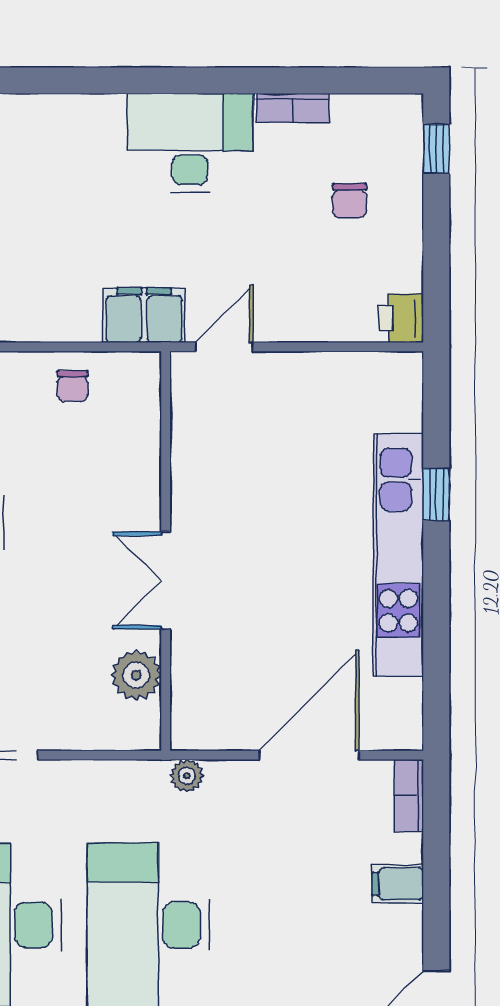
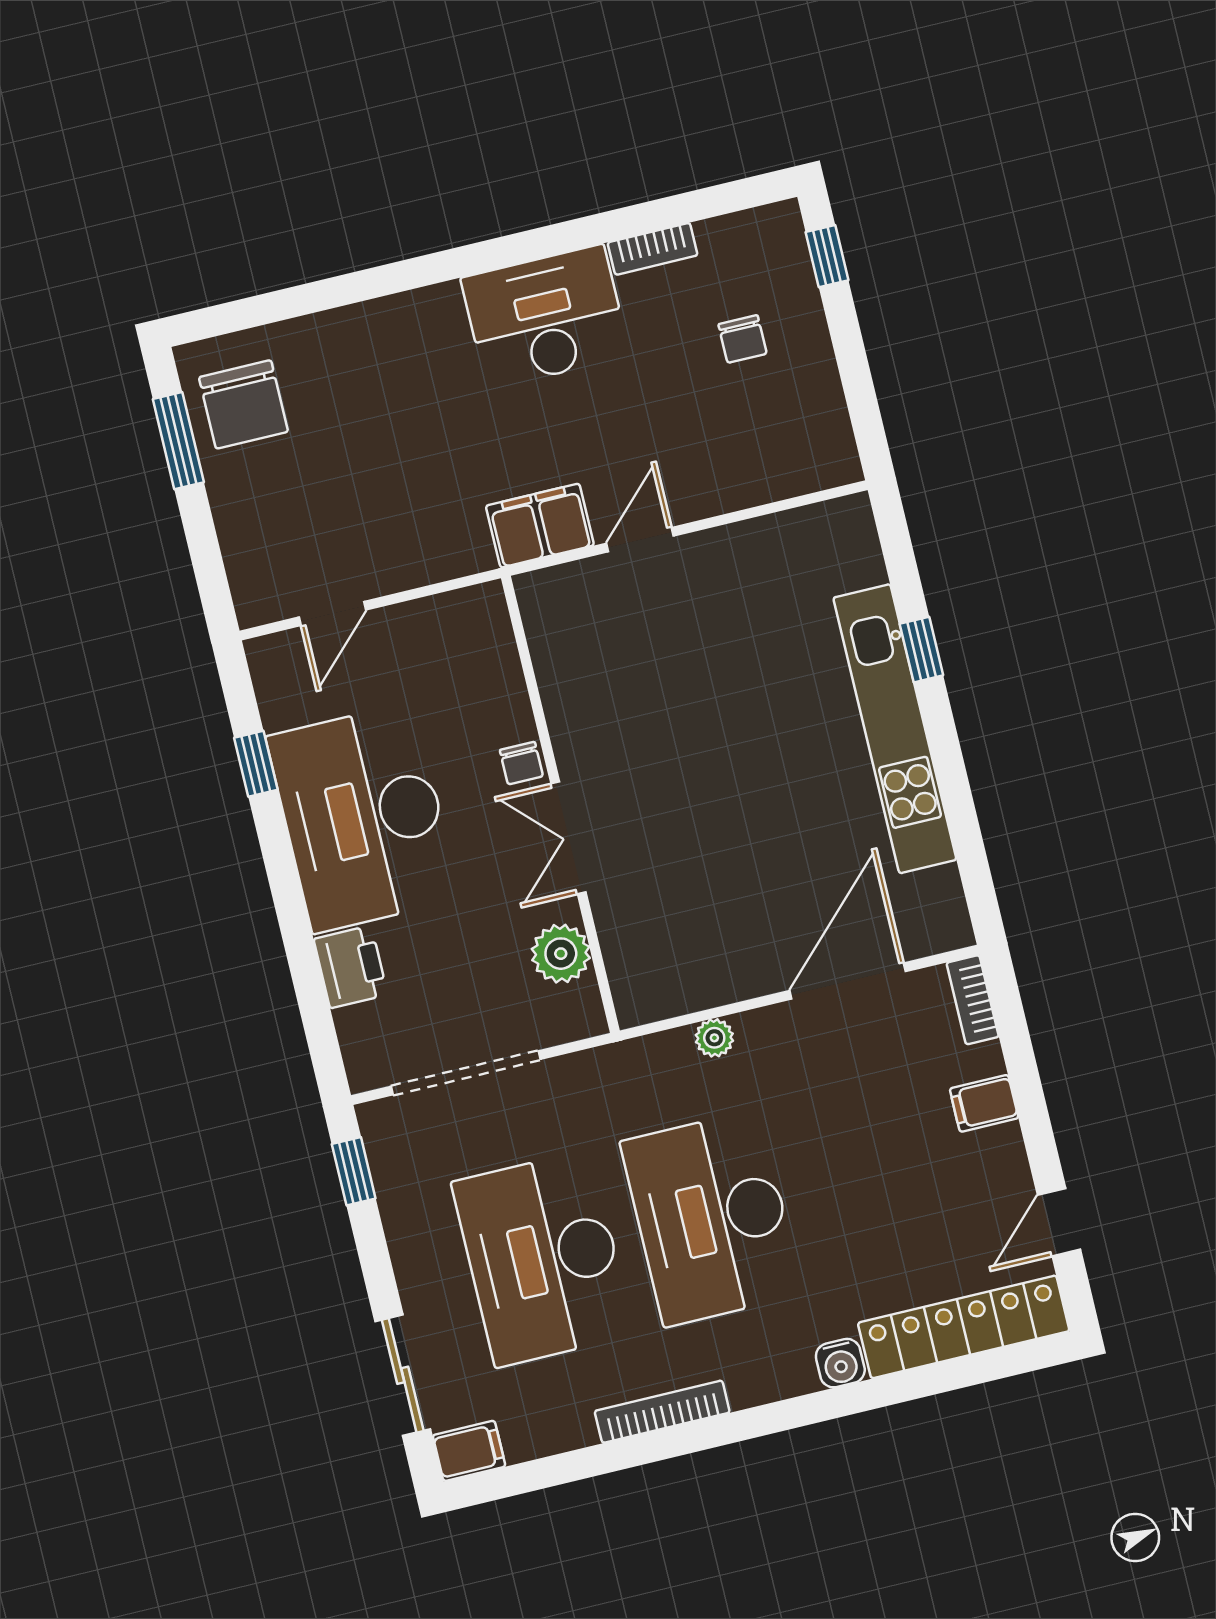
printer: (401, 318) -> (834, 459), removed
chair: (73, 386) -> (521, 763), moved
wall: (166, 551) -> (560, 804), moved
double door: (166, 580) -> (568, 838), moved
plant: (136, 675) -> (561, 954), moved

